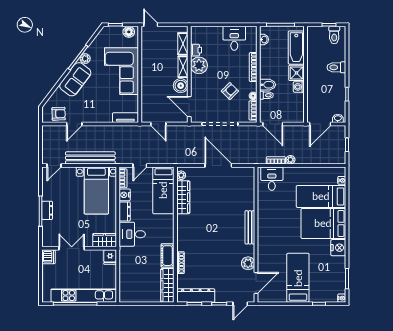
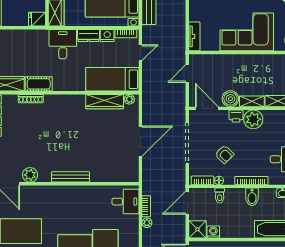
printer: (196, 50) -> (236, 116), moved
shower: (296, 73) -> (197, 229), moved
bidet: (268, 85) -> (252, 197), moved
washing machine: (299, 87) -> (213, 232), moved
door: (189, 107) -> (207, 108), hinge flipped
door: (140, 165) -> (140, 53), swing flipped

